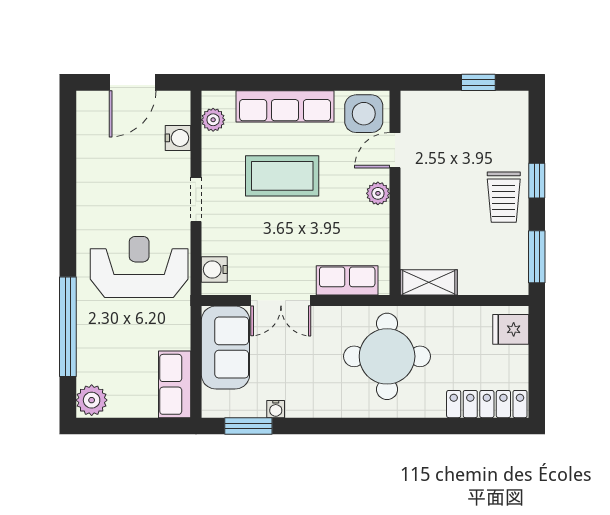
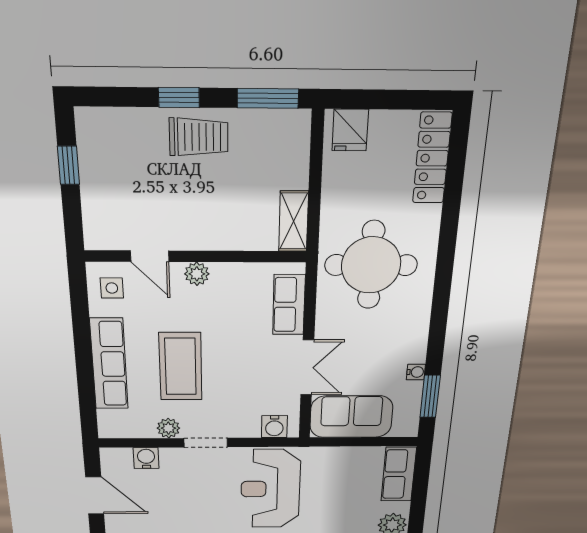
side table: (364, 114) -> (112, 288), width x0.54, depth x0.54
plant: (213, 120) -> (168, 428), moved
row of seats: (175, 384) -> (399, 474), moved, turned 90

